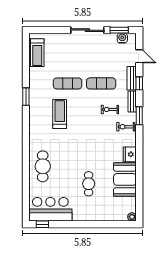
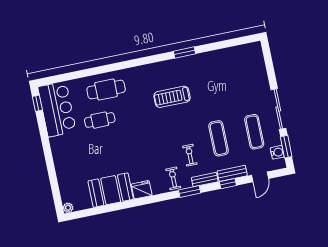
treadmill: (37, 53) -> (239, 55), removed
exercise mat: (68, 83) -> (254, 132), moved
treadmill: (60, 114) -> (172, 97), turned 180
cafe table: (89, 184) -> (100, 120), moved

